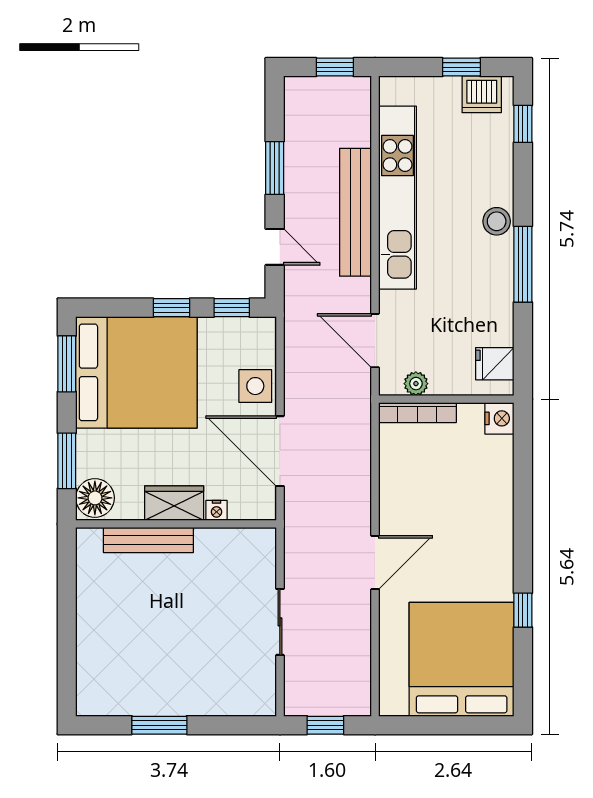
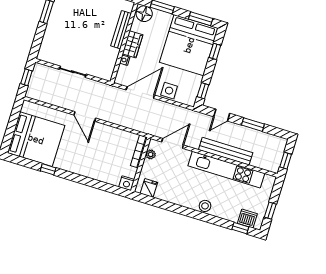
dishwasher: (482, 94) -> (247, 218), moved, turned 90
window: (523, 264) -> (185, 211), removed
window: (172, 308) -> (215, 51), moved

